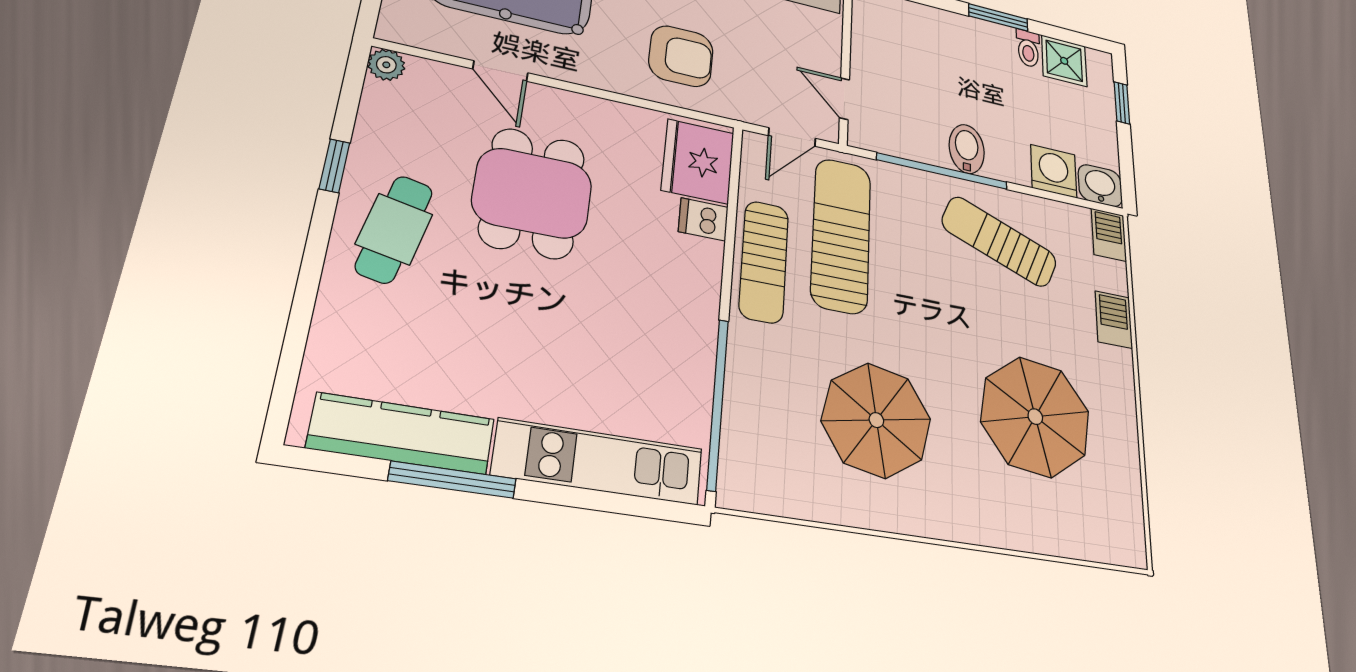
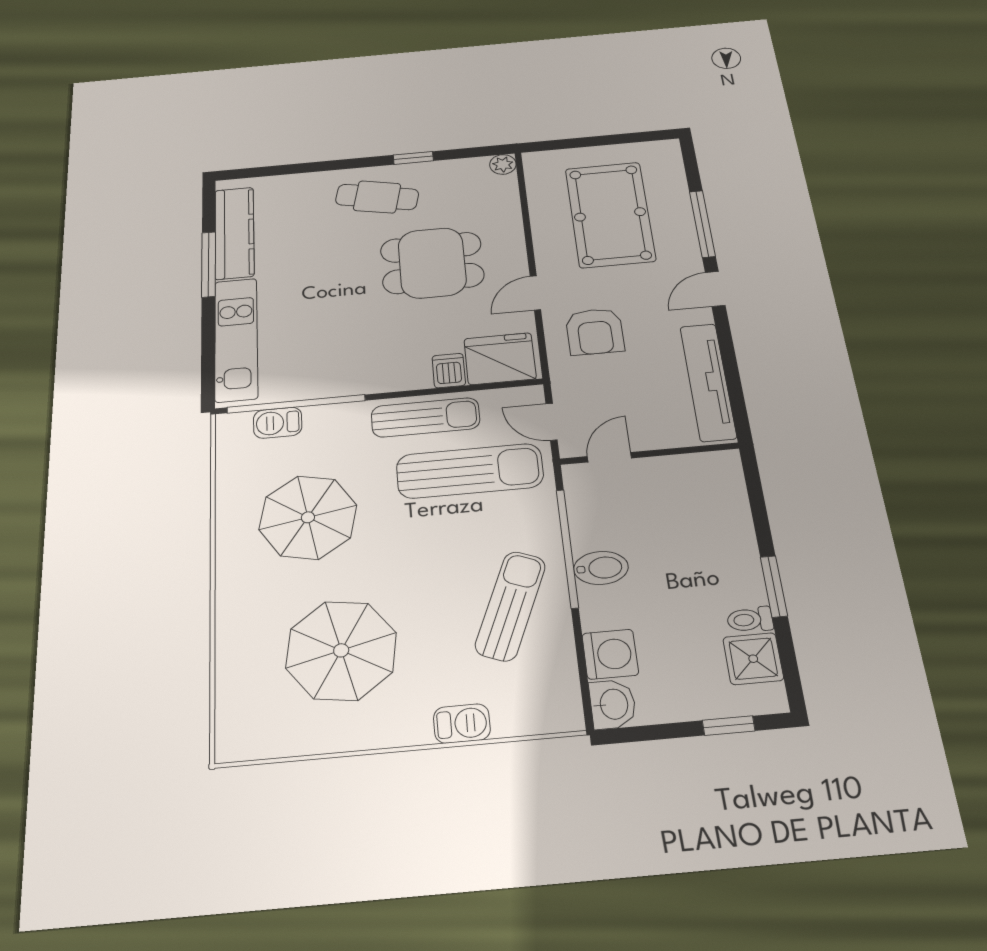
door: (500, 71) -> (535, 293), moved
barbecue: (1109, 235) -> (278, 423), moved, turned 180
sun lounger: (764, 262) -> (426, 417), turned 180

